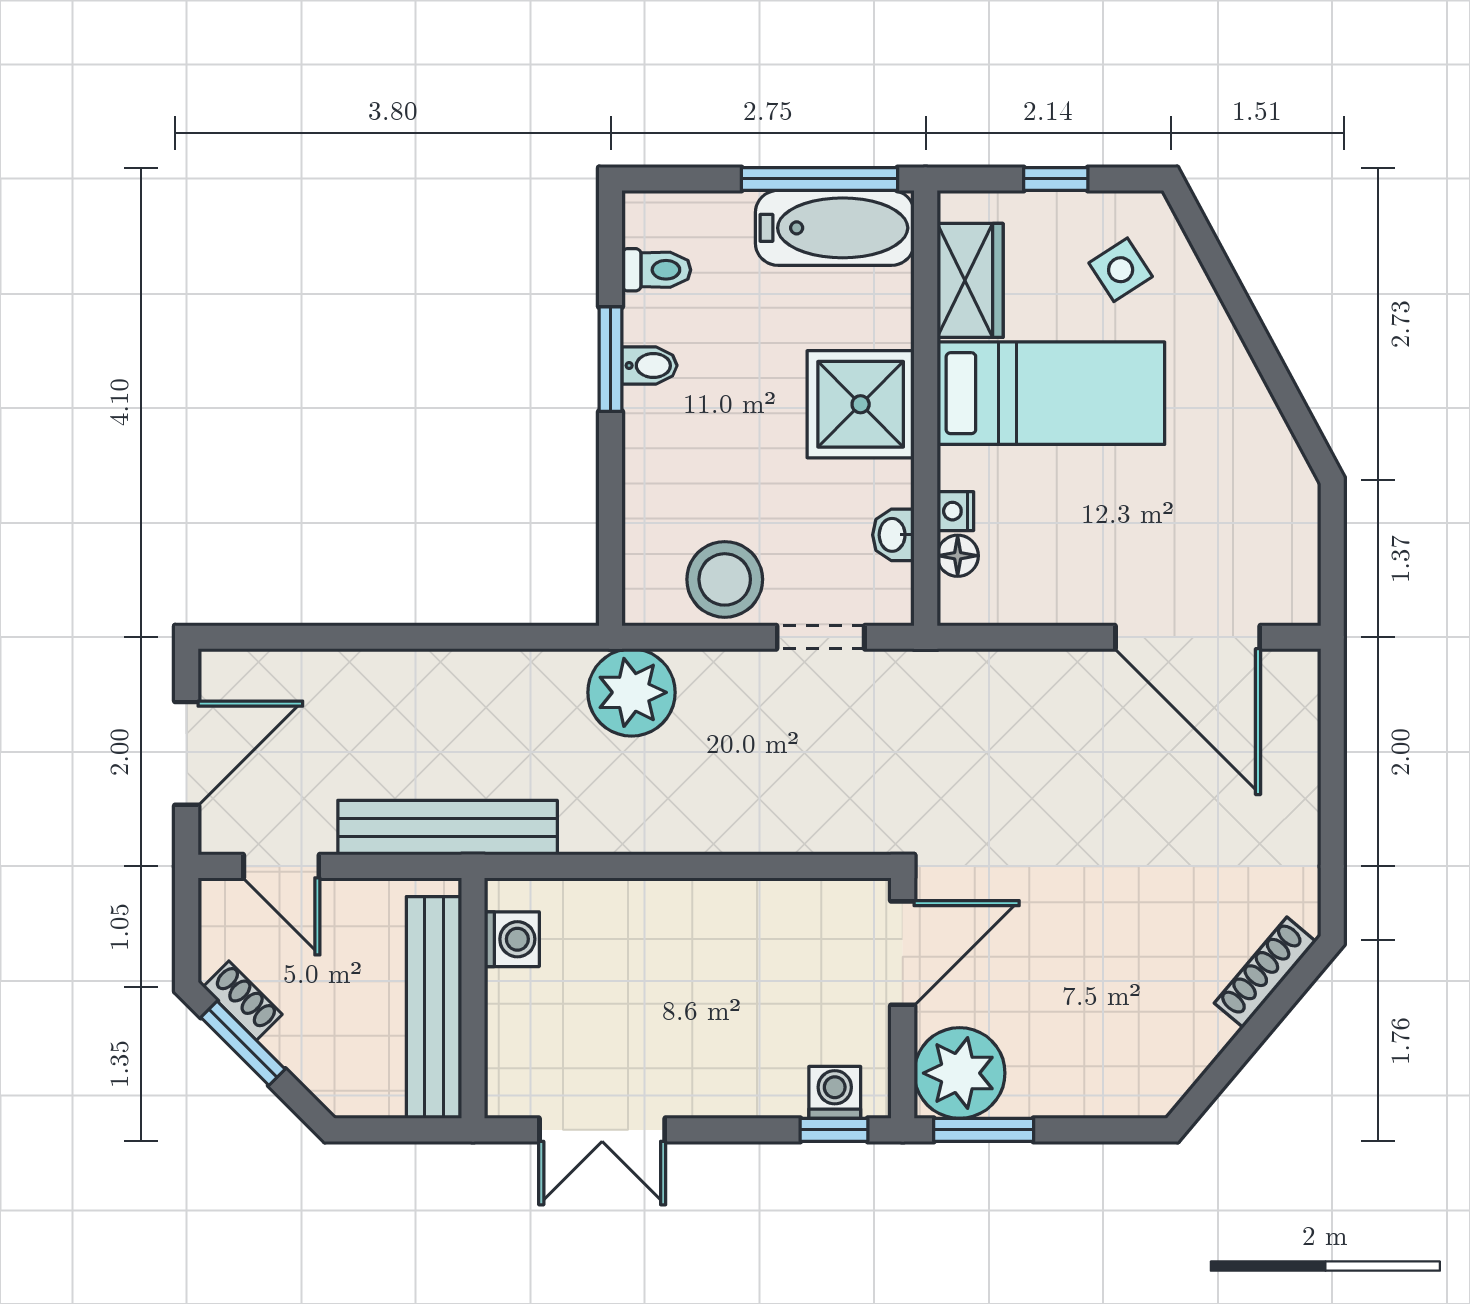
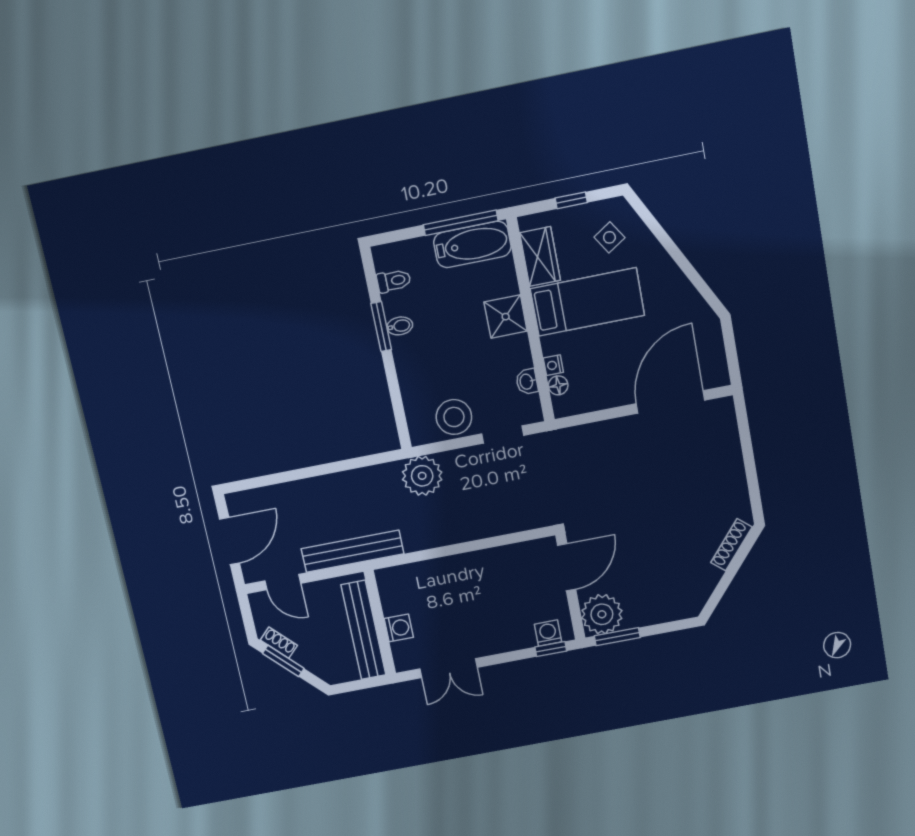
shower: (861, 404) -> (506, 317), width x0.73, depth x0.73
door: (1188, 637) -> (670, 402), swing flipped
washing machine: (512, 939) -> (399, 628), moved

